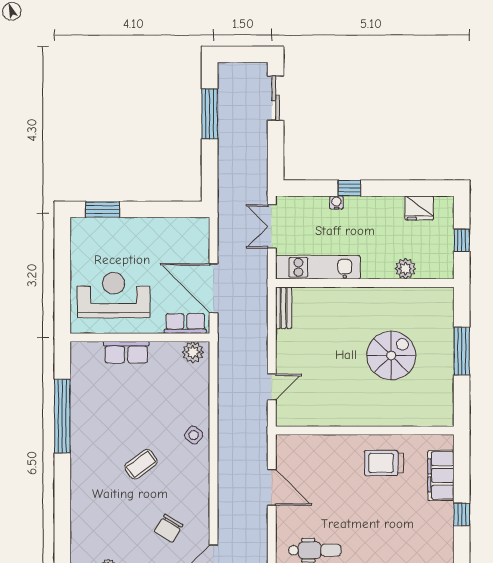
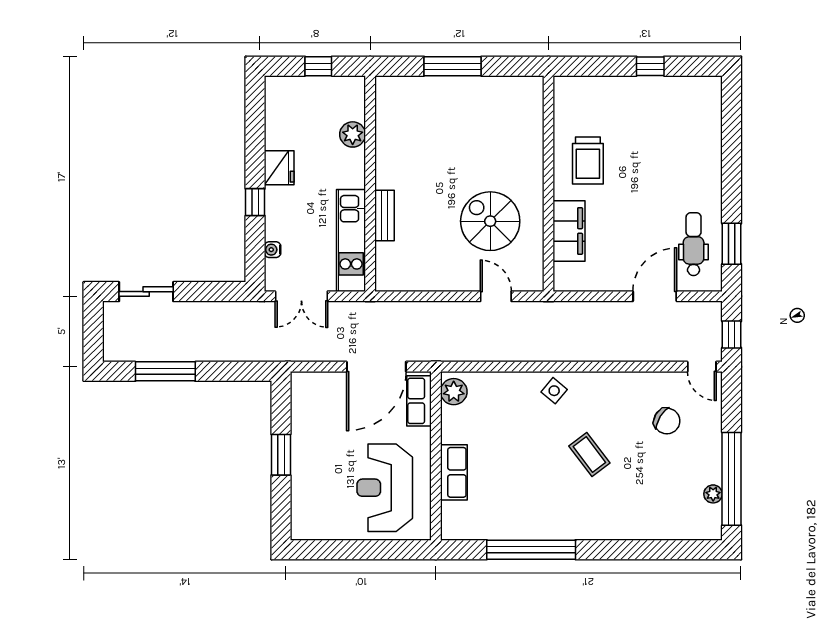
water cooler: (336, 203) -> (273, 250), moved
fridge: (419, 208) -> (279, 168), moved
window: (103, 209) -> (281, 455), moved
bench: (284, 308) -> (384, 216), moved, turned 90
spiral stairs: (391, 356) -> (490, 221), moved
filing cabinet: (441, 475) -> (569, 231), moved, turned -90
door: (272, 487) -> (655, 296), moved

